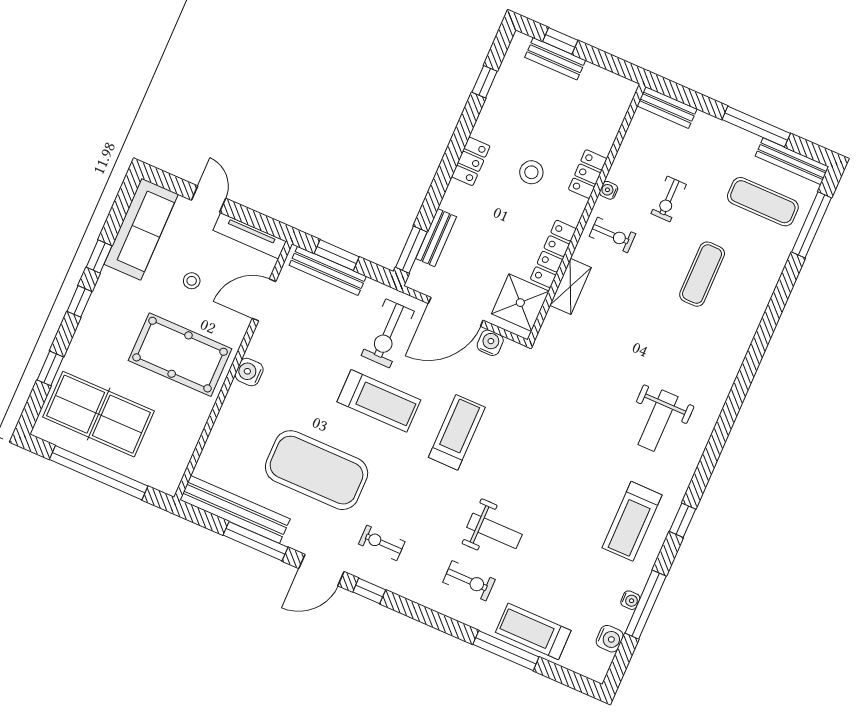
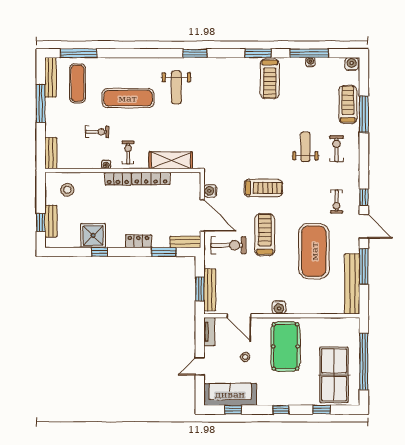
window: (485, 82) -> (100, 252), moved
locker: (471, 161) -> (138, 241), moved
stool: (531, 172) -> (67, 190), moved
locker: (588, 174) -> (118, 179), moved
tv unit: (250, 236) -> (209, 332), width x0.71
bench: (436, 238) -> (185, 242), moved
window: (411, 250) -> (164, 252), moved
window: (99, 256) -> (233, 410), moved
exercise mat: (702, 274) -> (128, 98), width x1.36, depth x1.45
shelving: (571, 286) -> (171, 160), width x1.50, depth x1.33
shower: (520, 303) -> (93, 236), moved
window: (728, 416) -> (195, 53), added
weight bench: (658, 421) -> (176, 87), moved, turned 90
treadmill: (457, 432) -> (263, 188), turned 180
window: (682, 520) -> (258, 53), width x1.50
treadmill: (632, 521) -> (270, 79), turned 90
treadmill: (533, 631) -> (348, 105), turned 180
water cooler: (610, 639) -> (352, 64), moved

